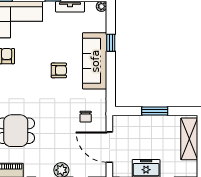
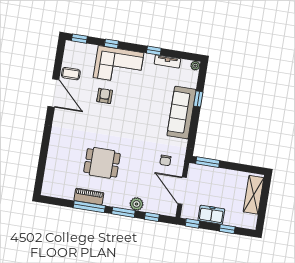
armchair: (59, 70) -> (149, 116), removed
window: (155, 111) -> (208, 162), moved

